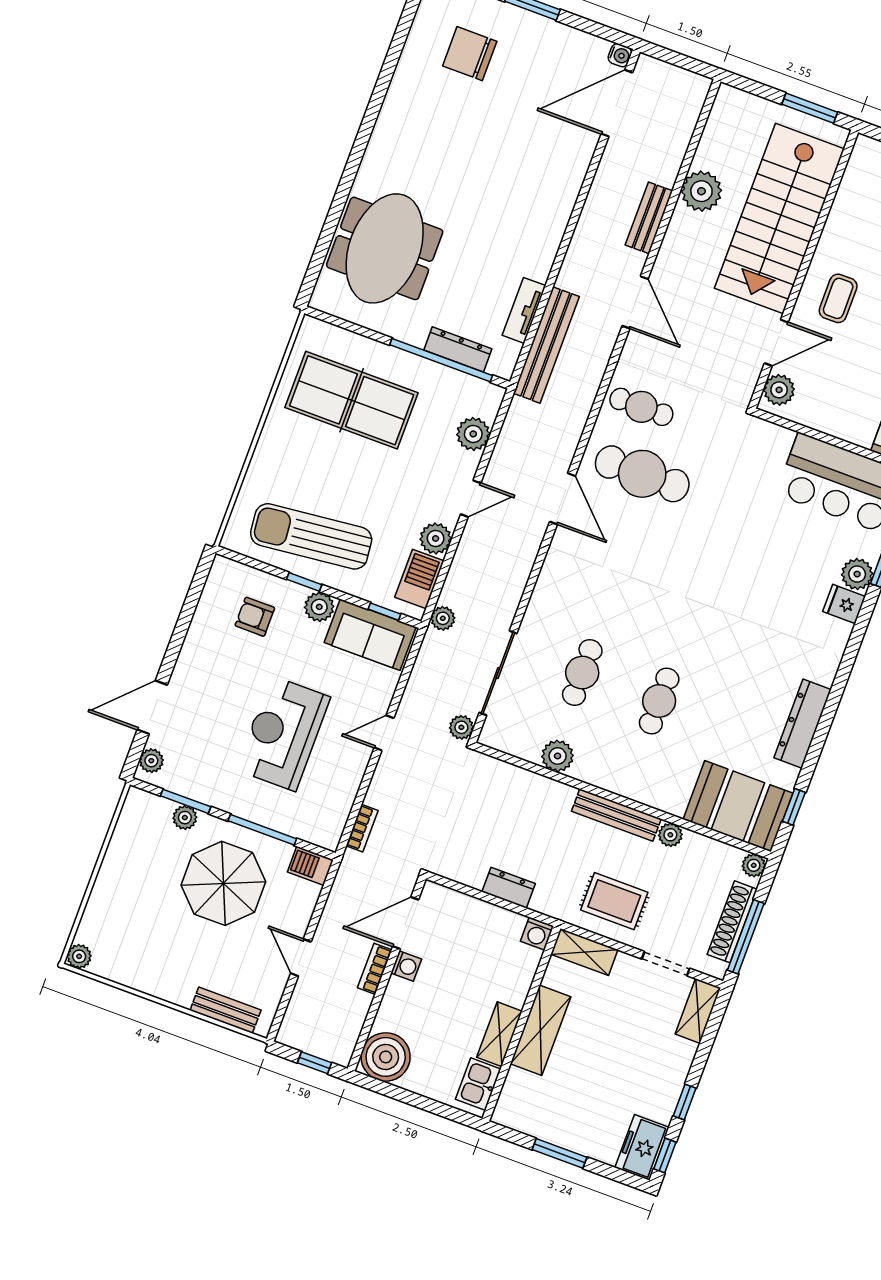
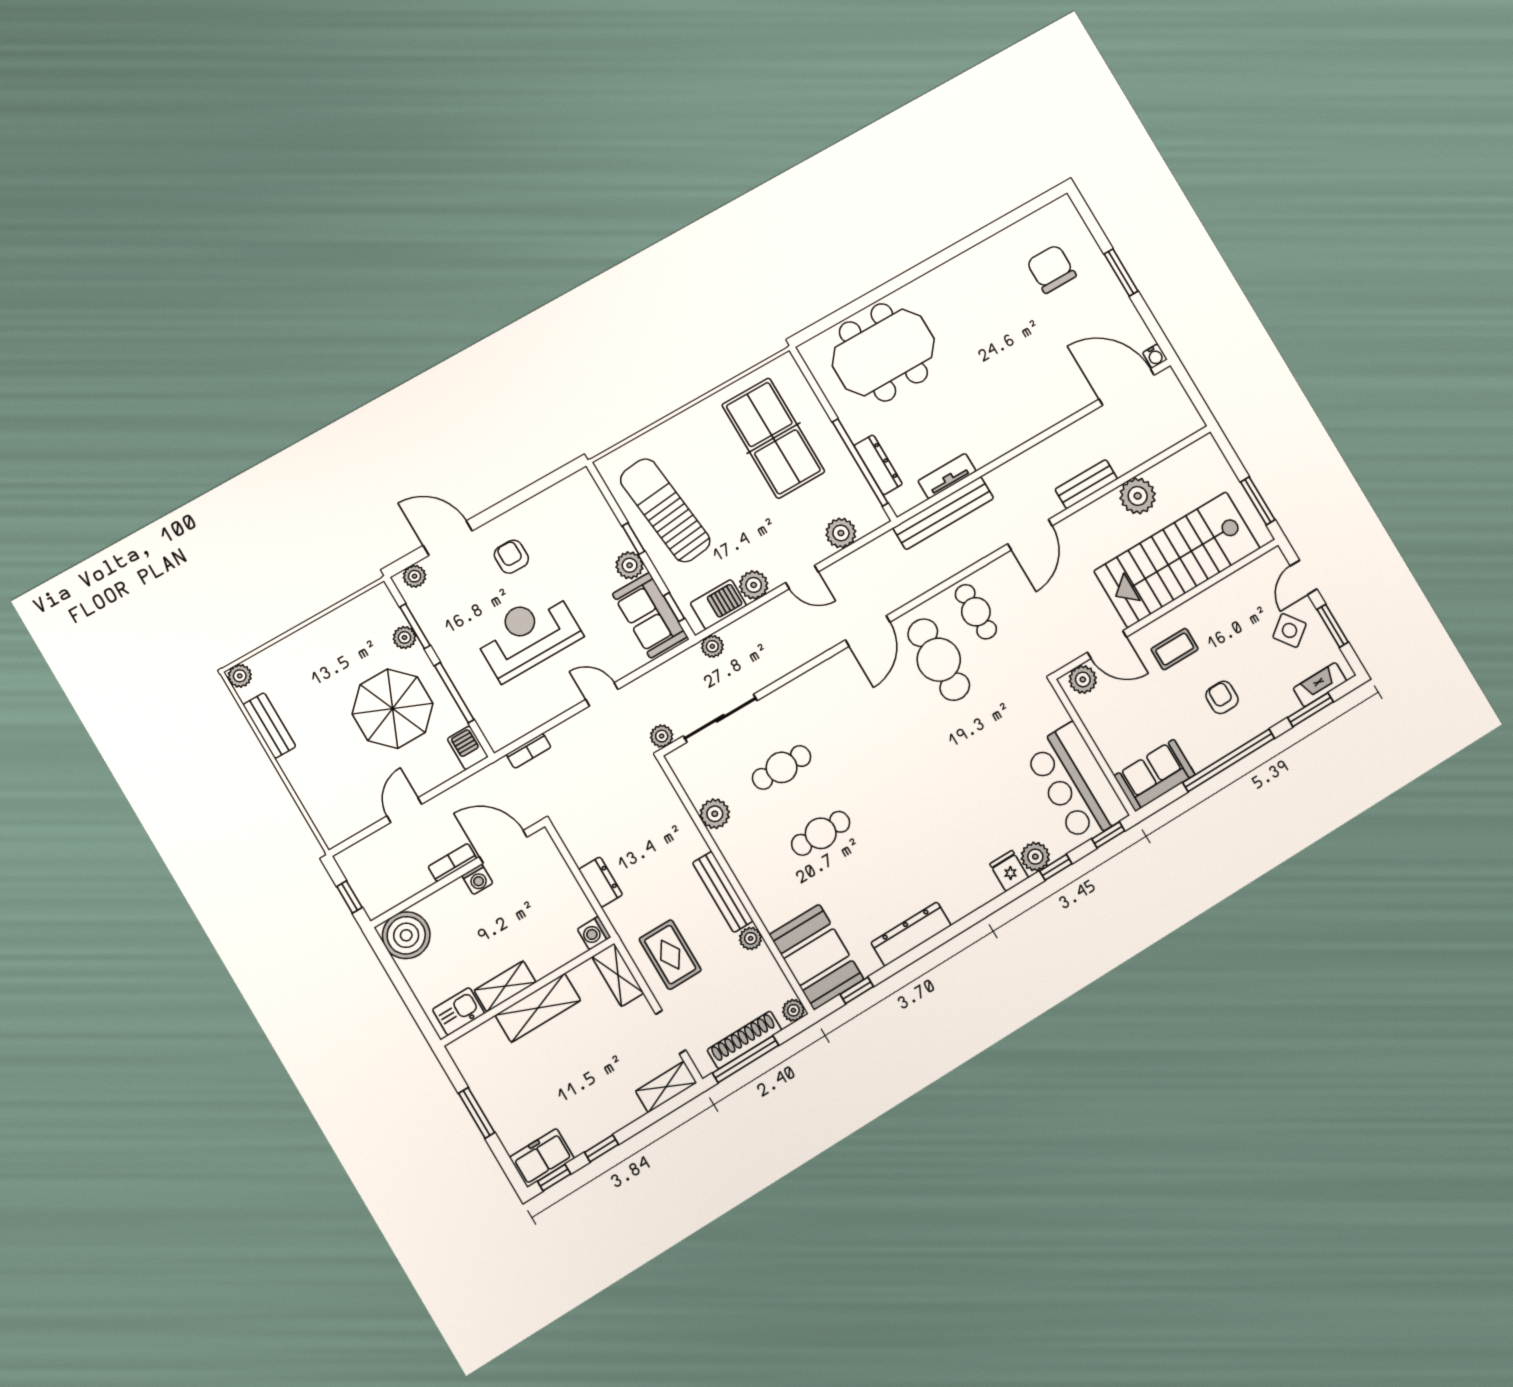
armchair: (255, 617) -> (511, 557), moved
bench: (226, 1010) -> (269, 726), moved

